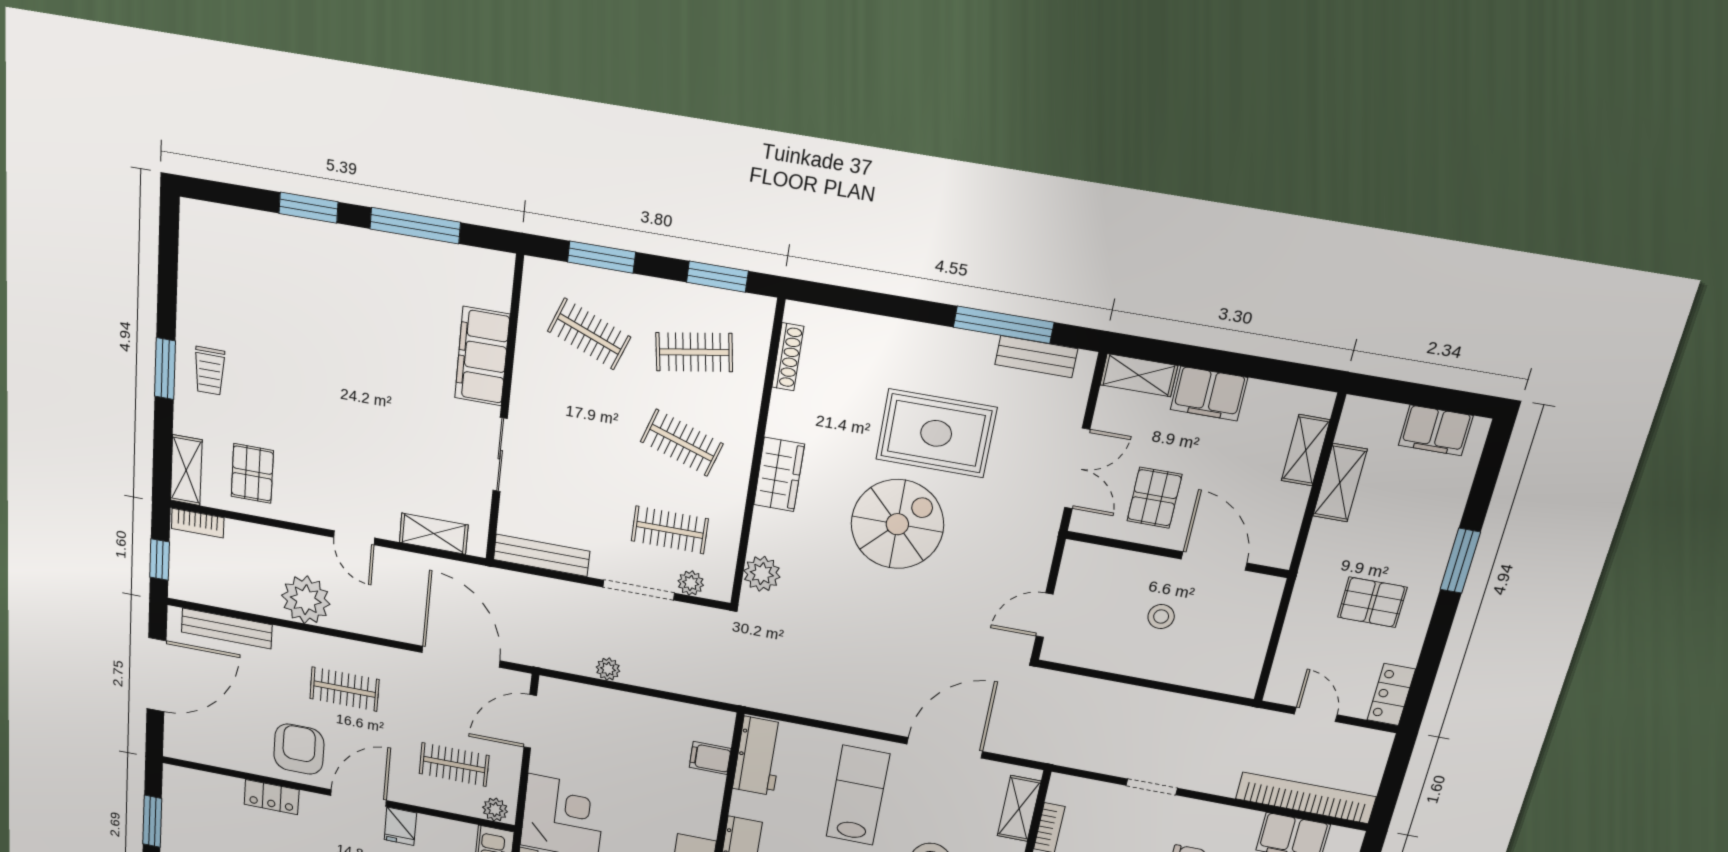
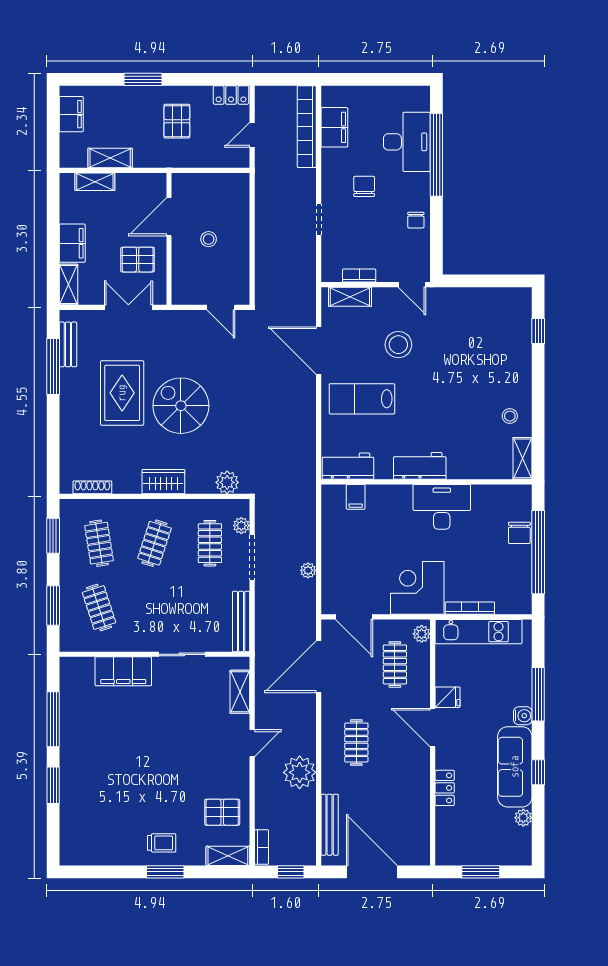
clothes rail: (589, 334) -> (99, 608), turned -39
armchair: (299, 749) -> (406, 771), removed

